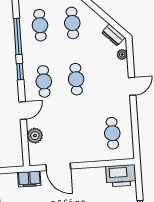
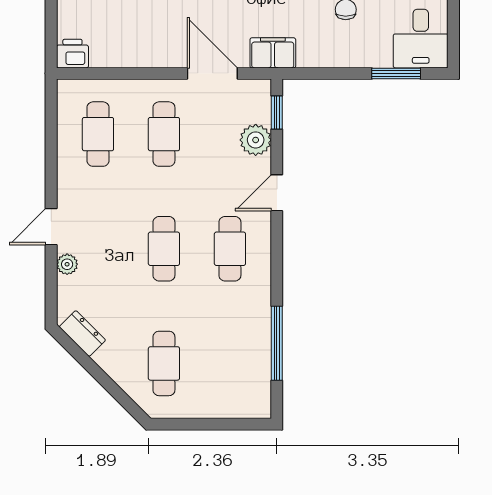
cafe table: (40, 25) -> (164, 134), moved
plant: (122, 54) -> (67, 264), moved
window: (20, 71) -> (277, 113), moved
printer: (121, 176) -> (72, 54), width x0.53, depth x0.68

